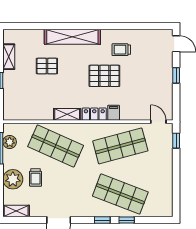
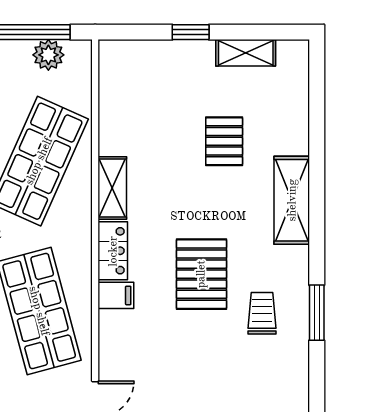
window: (121, 26) -> (317, 313), added
shelving: (72, 37) -> (292, 200), width x0.68

